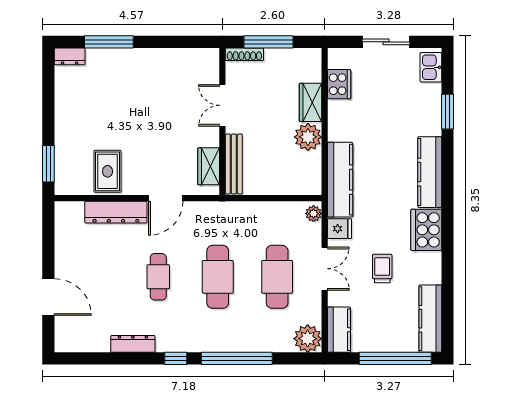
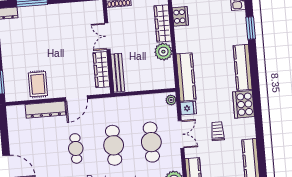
wardrobe: (311, 102) -> (163, 23), width x1.50
wardrobe: (209, 166) -> (101, 70), width x1.50

